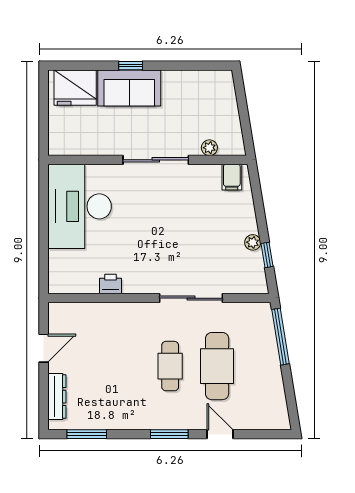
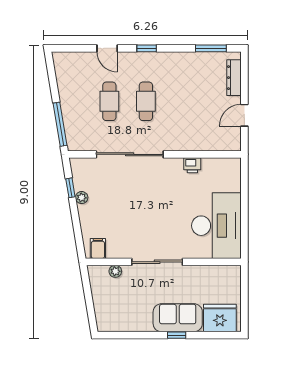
sliding door: (191, 298) -> (130, 154), width x1.36
cafe table: (217, 366) -> (109, 101), width x0.73, depth x0.74
window: (169, 434) -> (147, 48), width x0.67

